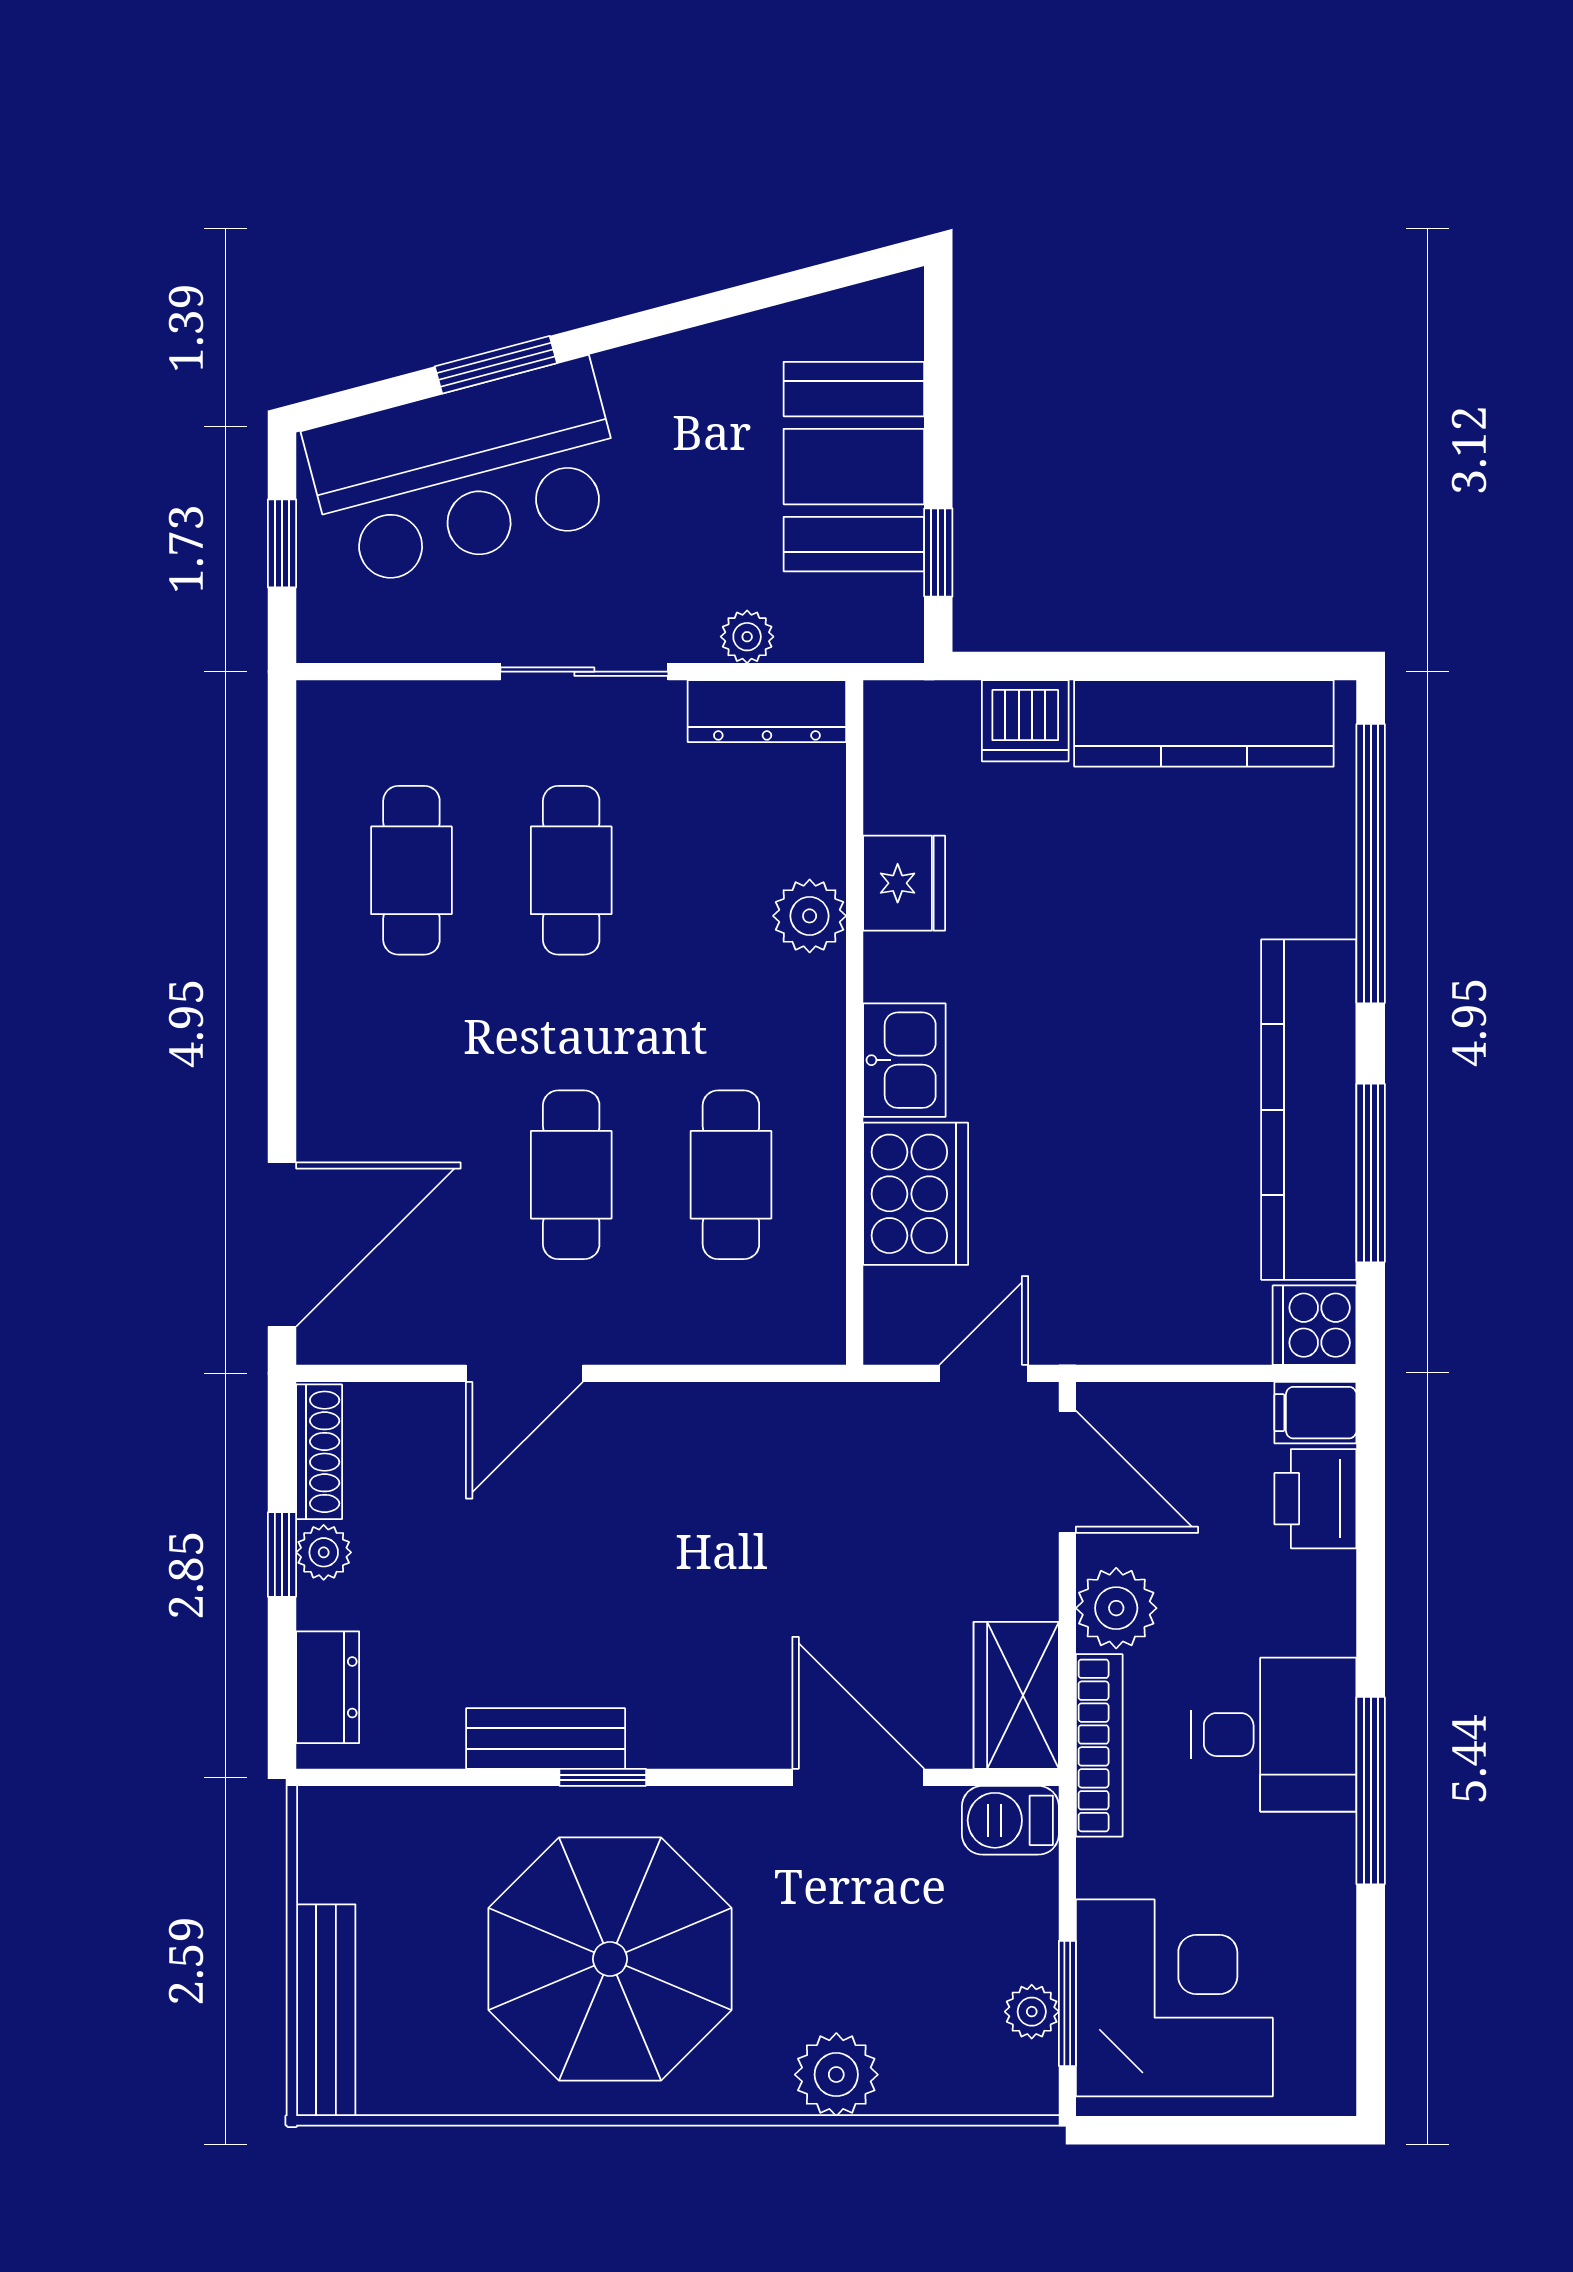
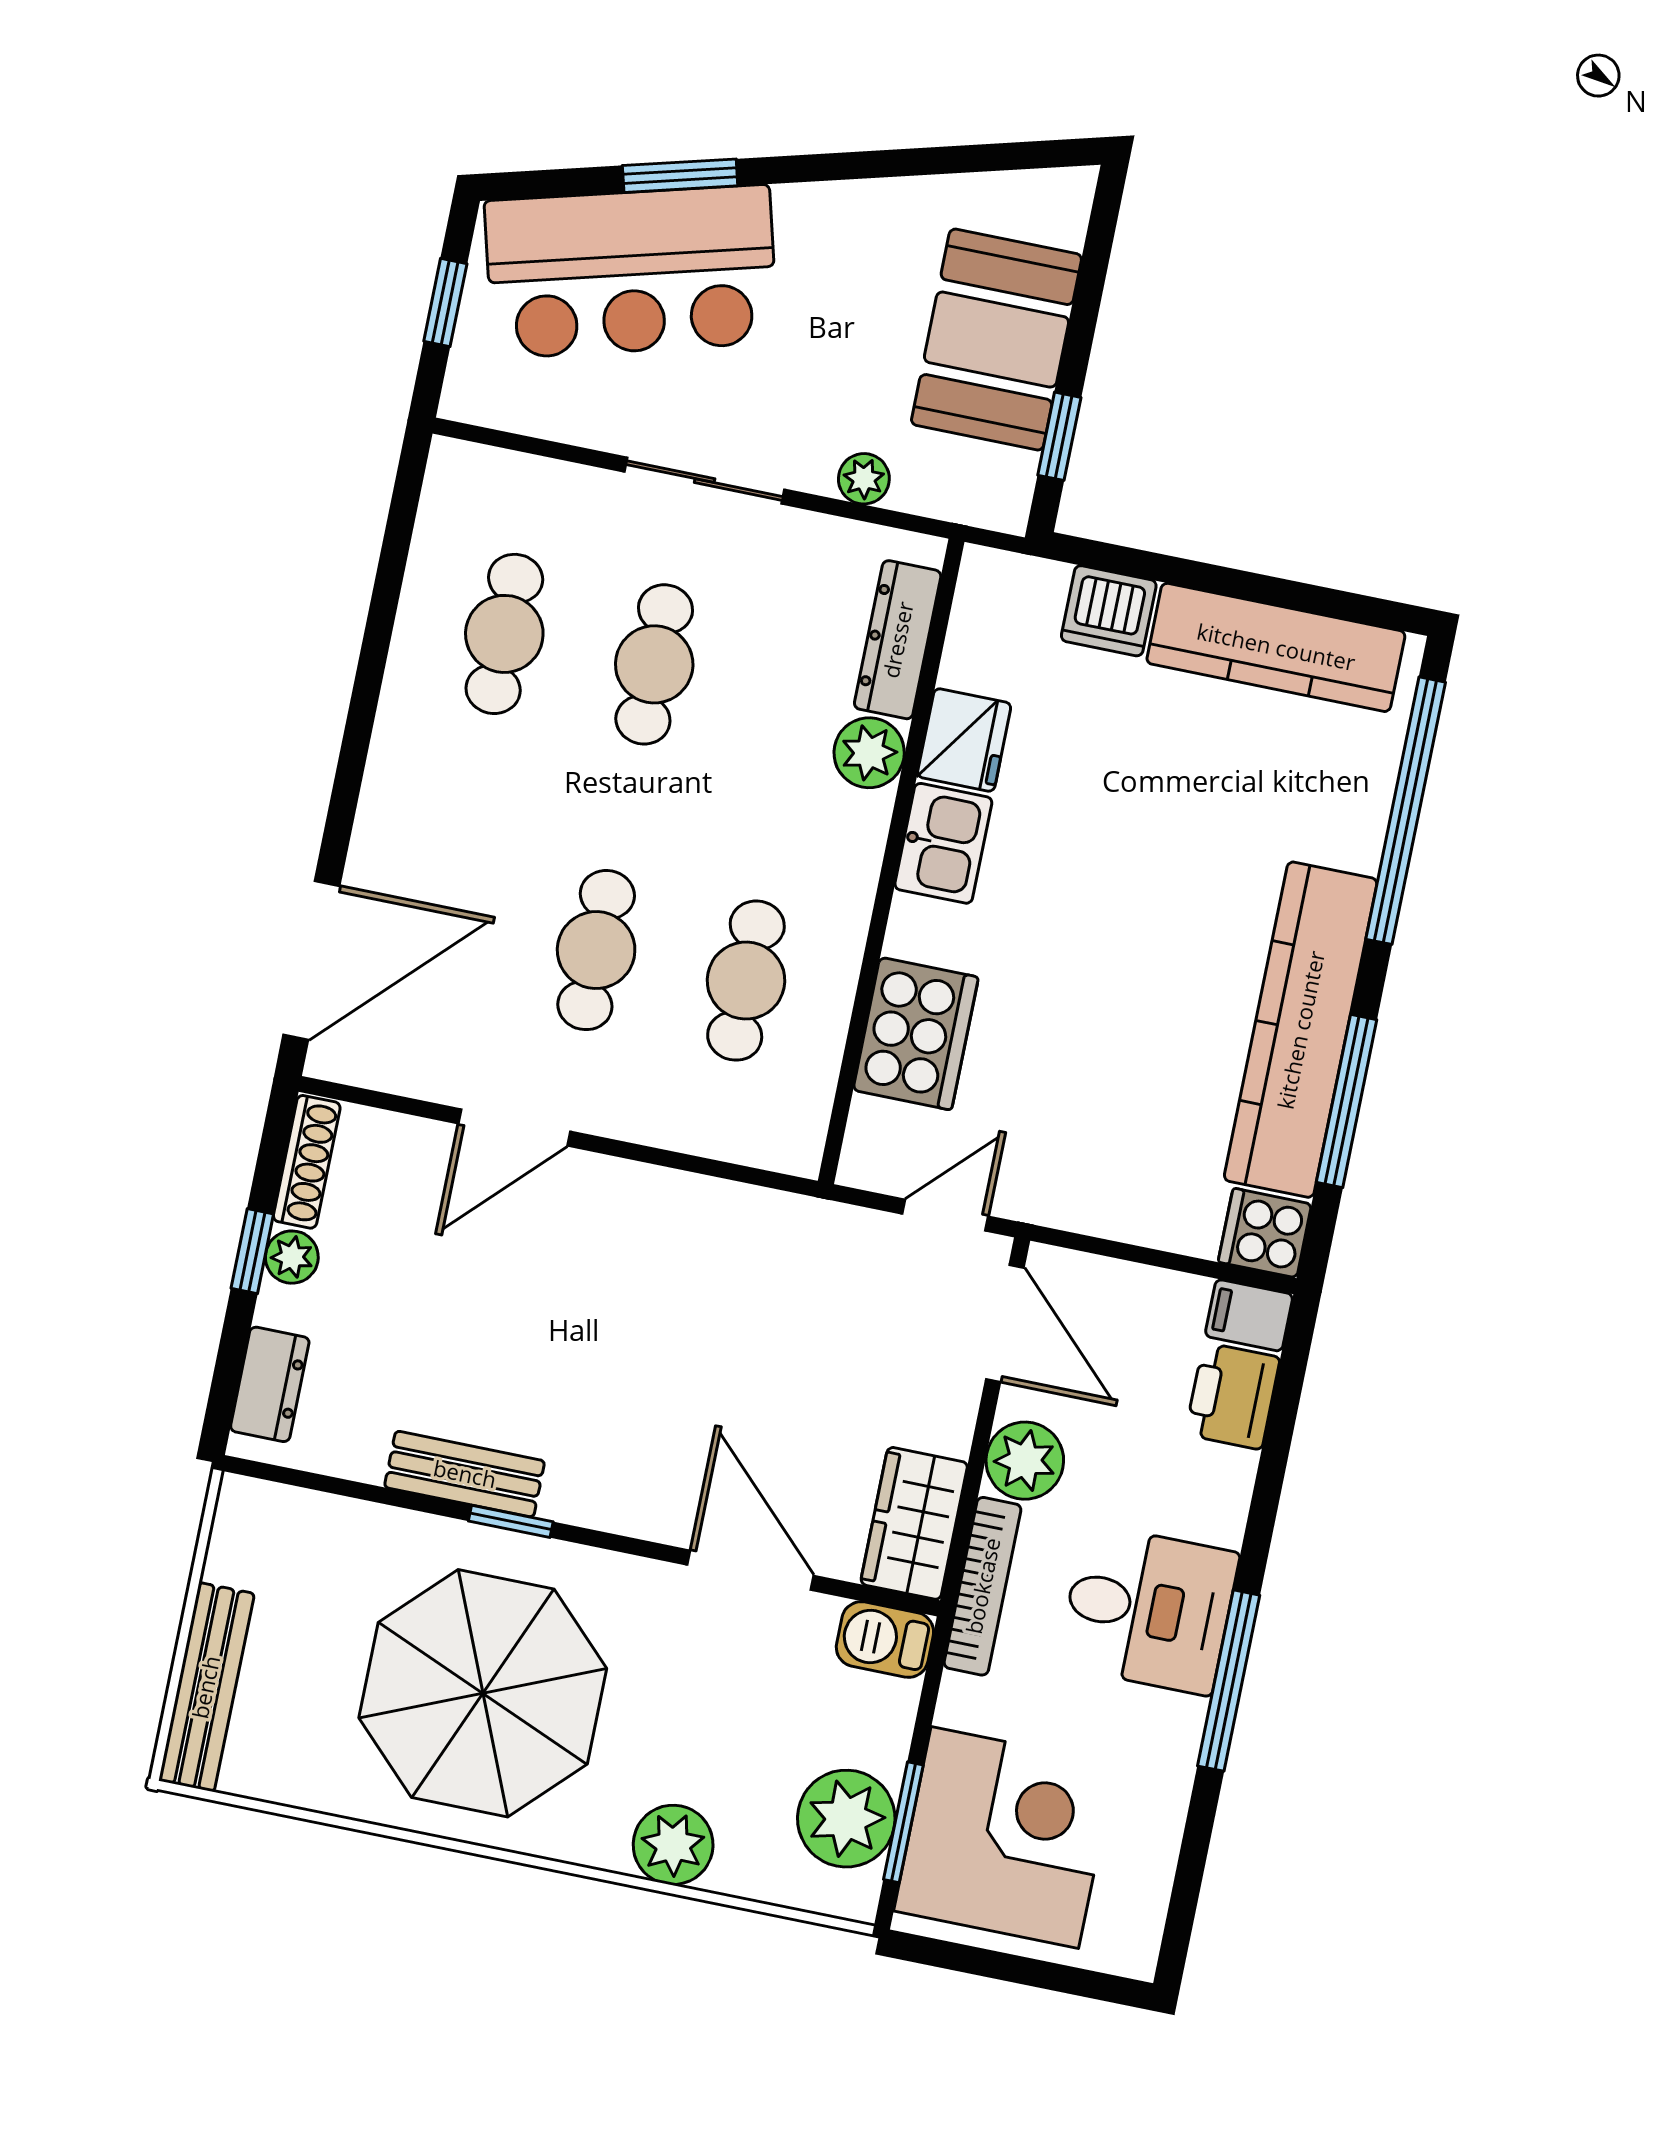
dresser: (767, 711) -> (898, 640), moved, turned 90
kitchen sink: (904, 1060) -> (943, 843), moved
plant: (1032, 2012) -> (846, 1819), width x1.87, depth x1.87

